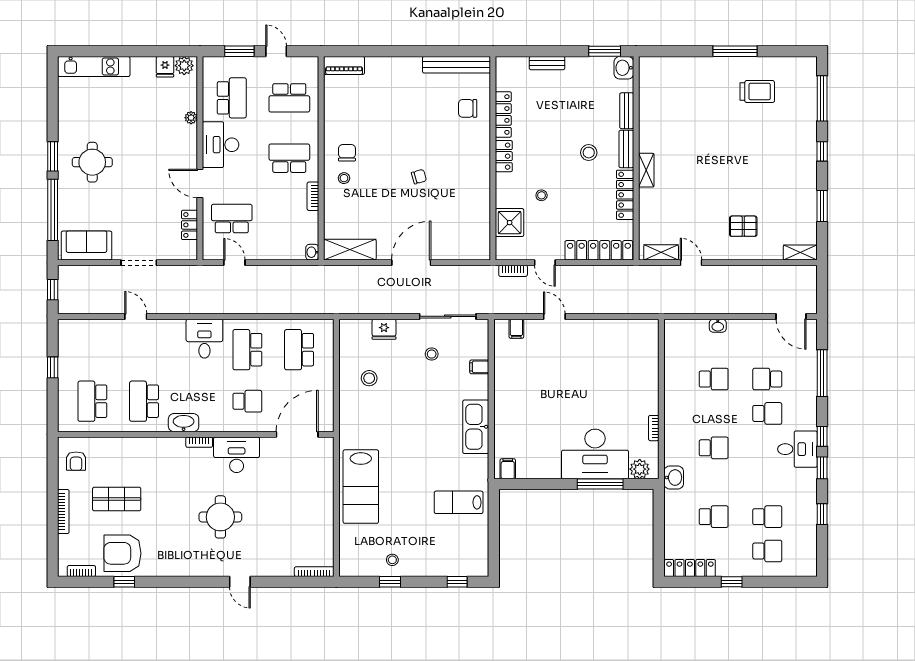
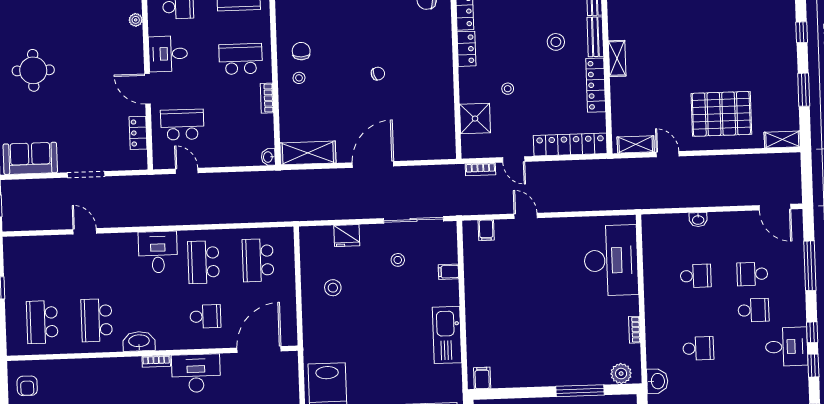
desk: (221, 145) -> (168, 54), width x0.73
pallet: (743, 226) -> (721, 114), width x2.05, depth x2.00
desk: (595, 454) -> (611, 260), moved, turned -90

